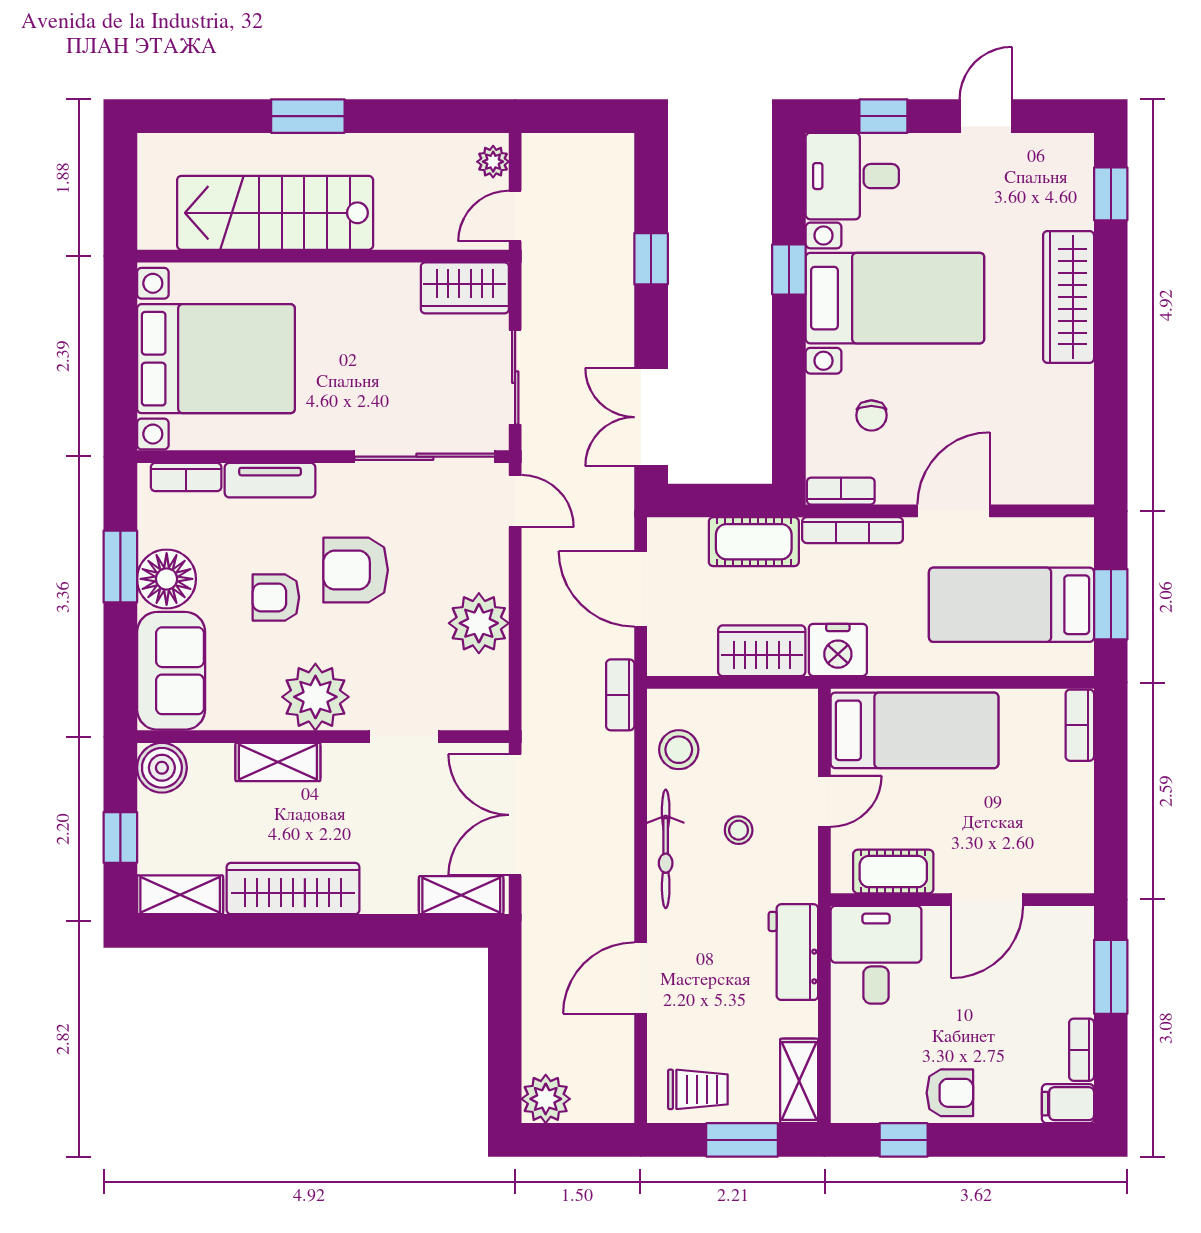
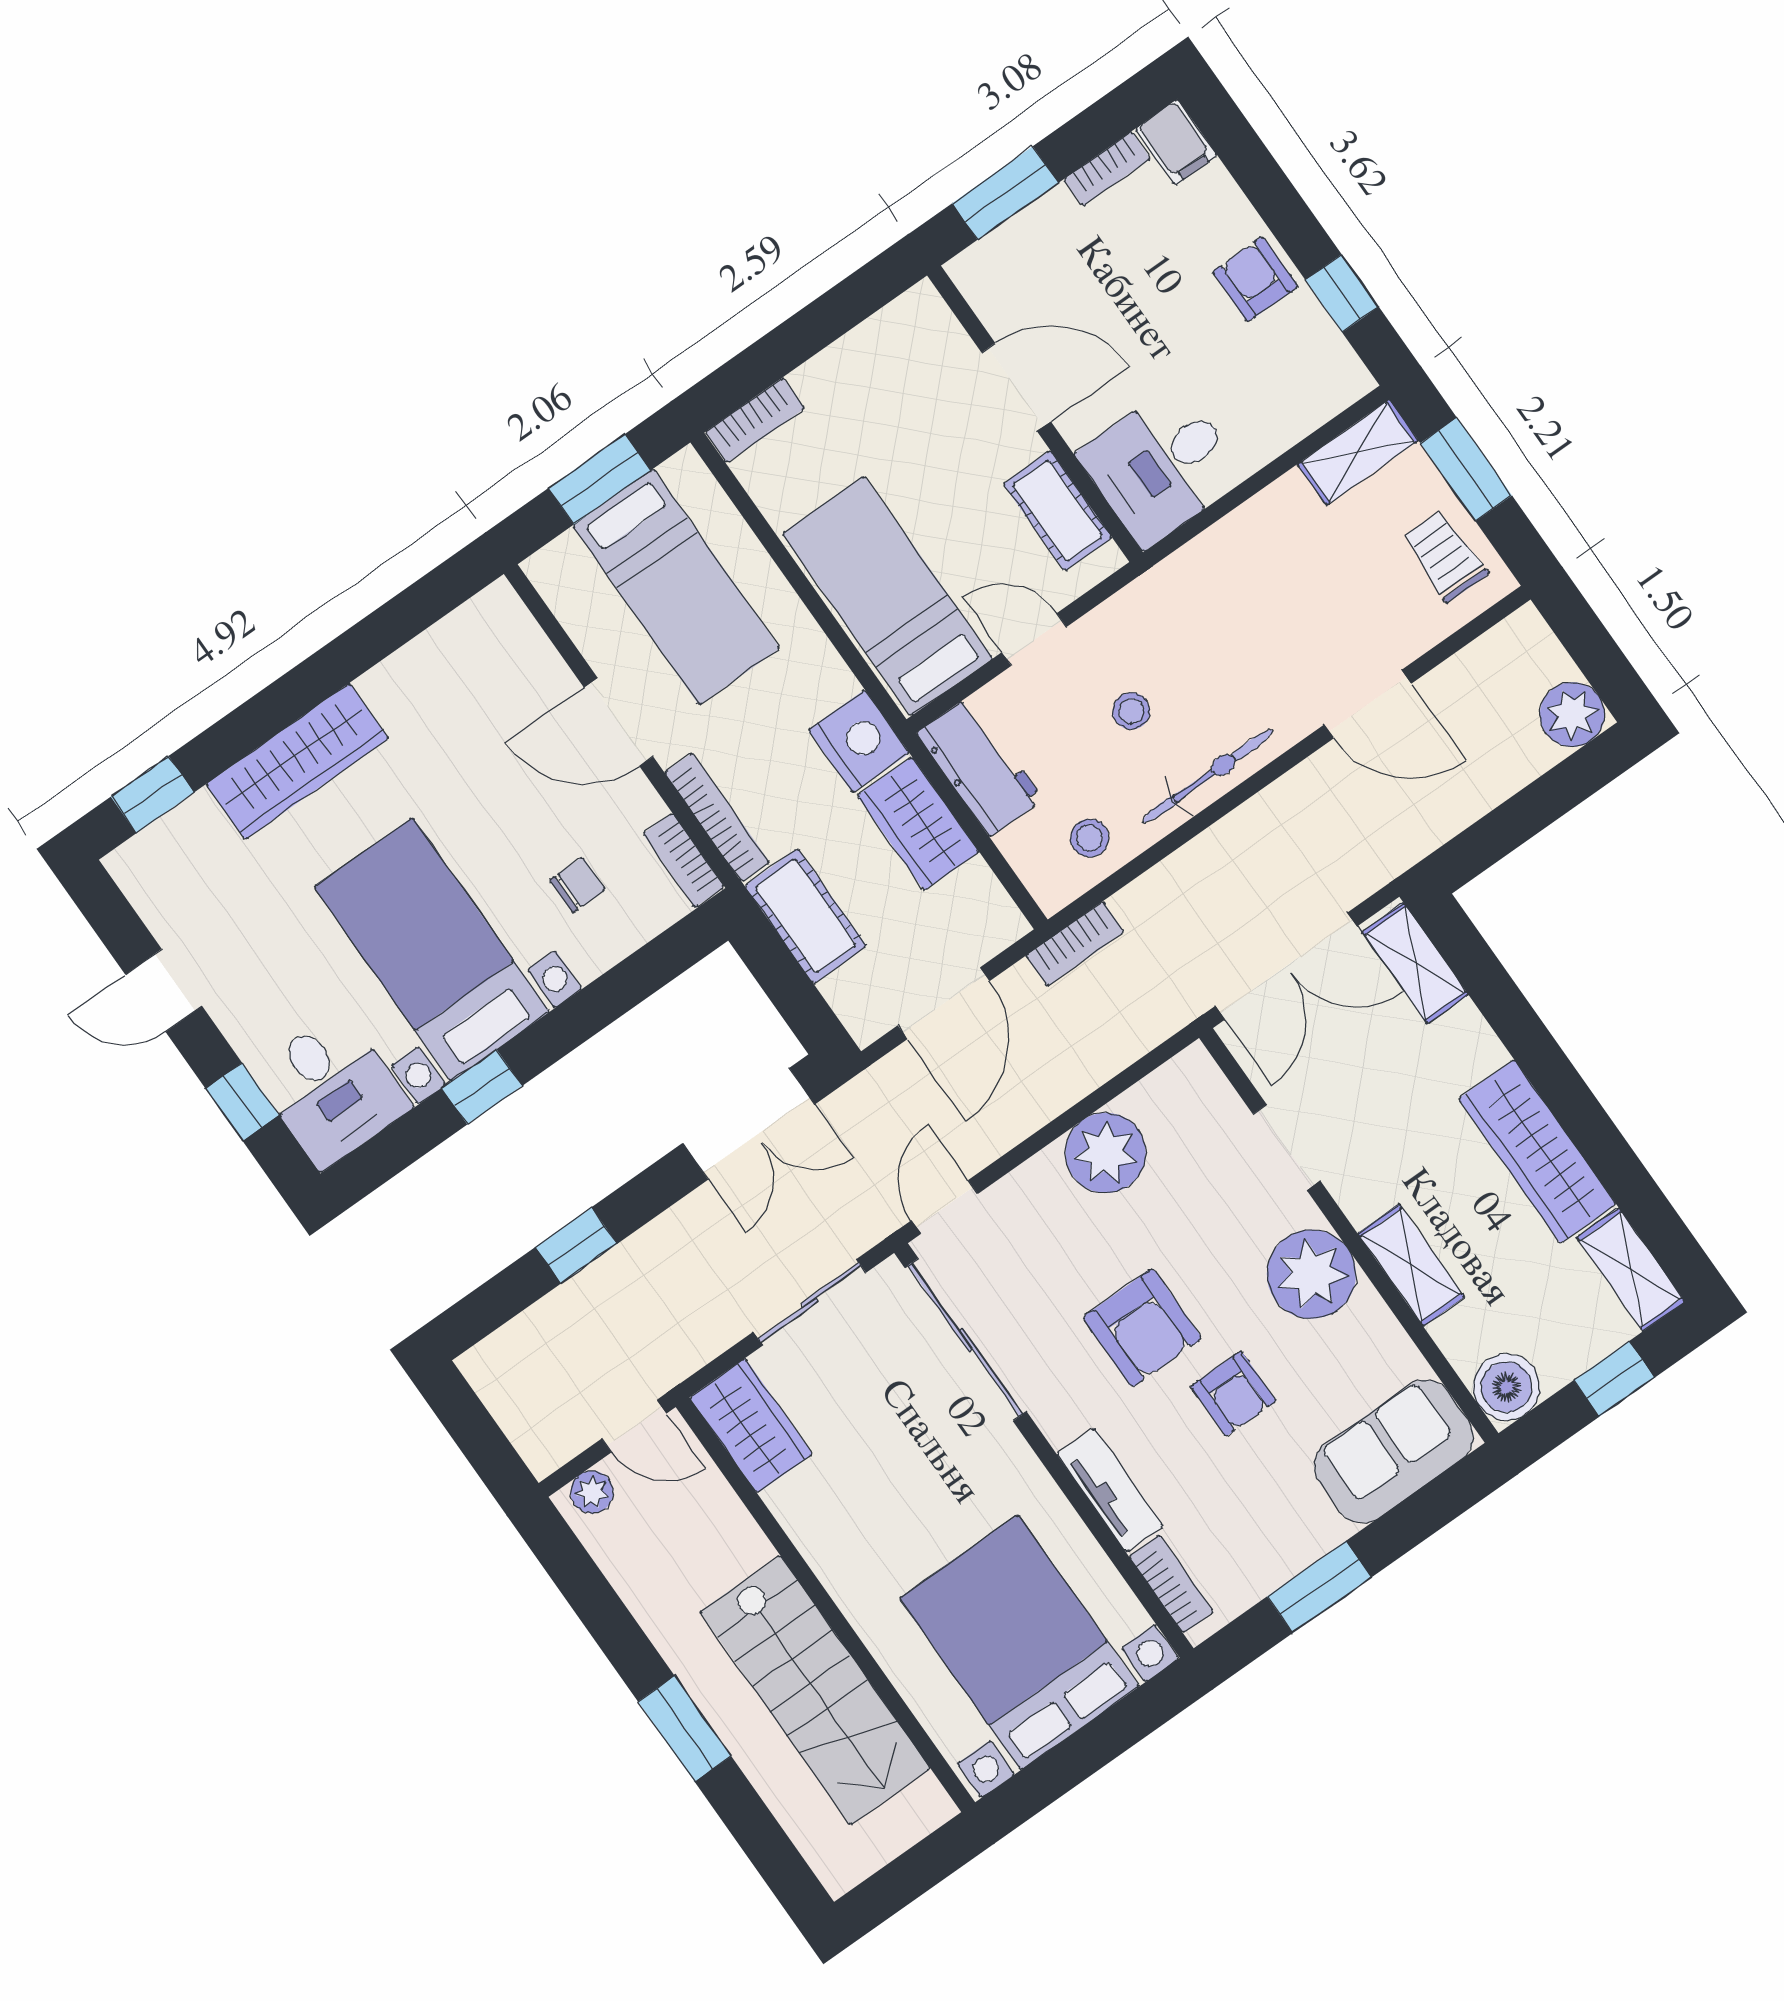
floor lamp: (167, 579) -> (1297, 1527), removed
stool: (679, 750) -> (1090, 838), width x0.73, depth x0.73
workbench: (793, 952) -> (980, 766), moved, turned -90

